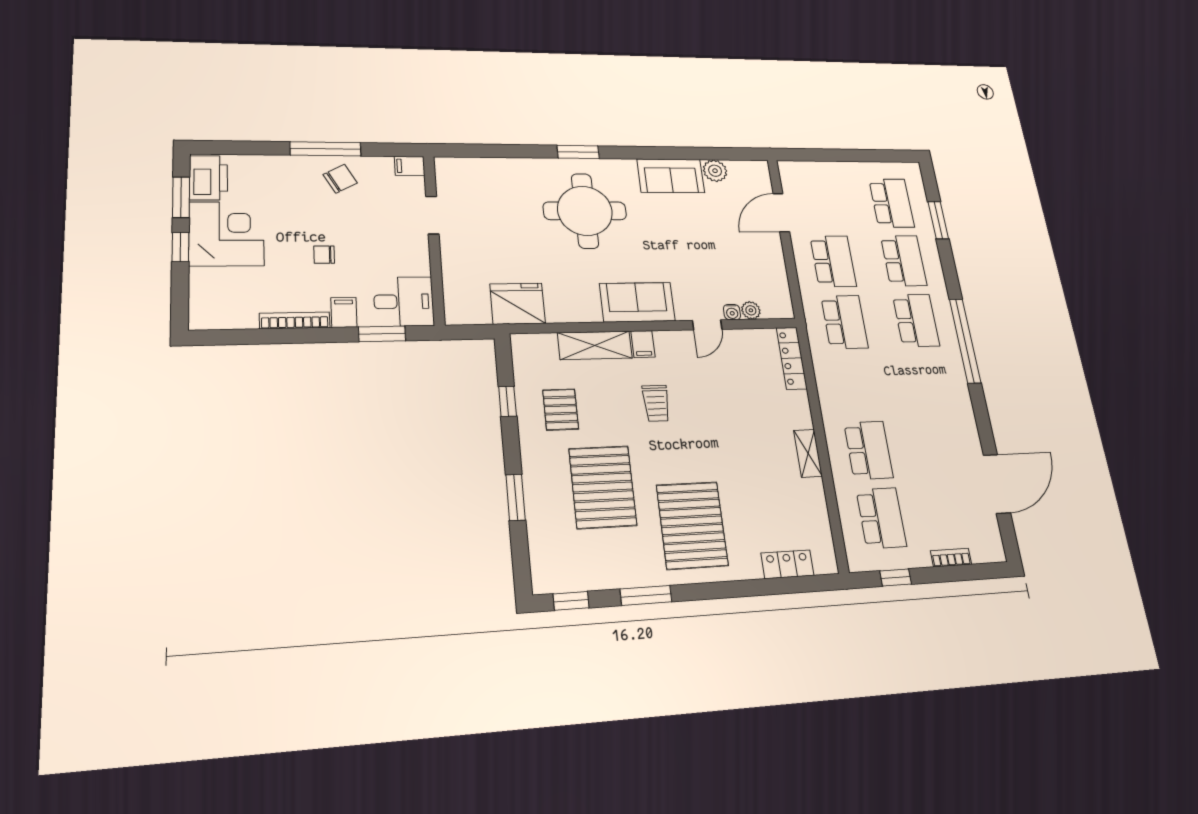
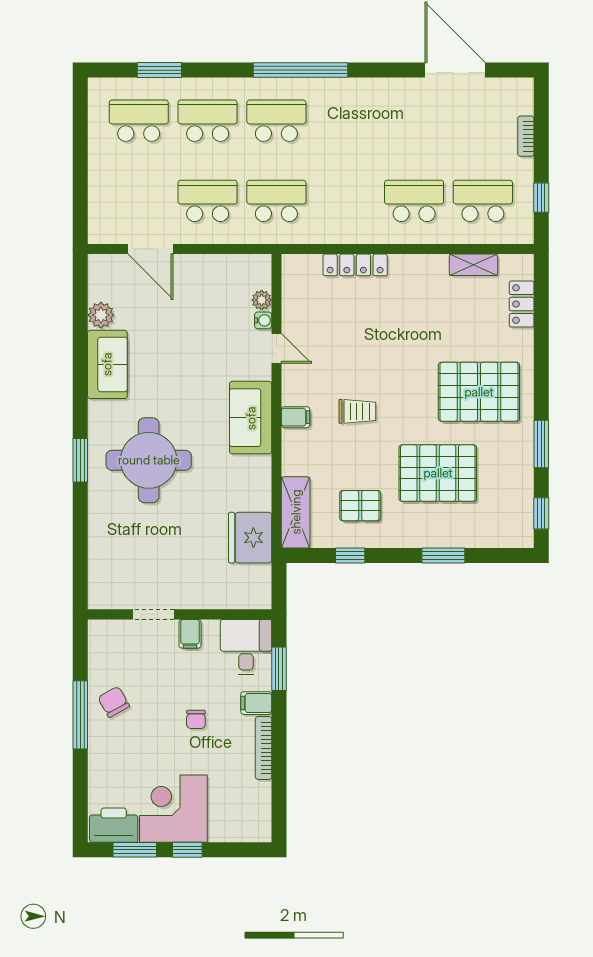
filing cabinet: (410, 166) -> (190, 634), moved
shelving: (595, 345) -> (296, 512), moved
locker: (792, 358) -> (355, 265), moved
shelving: (808, 453) -> (473, 265), moved

